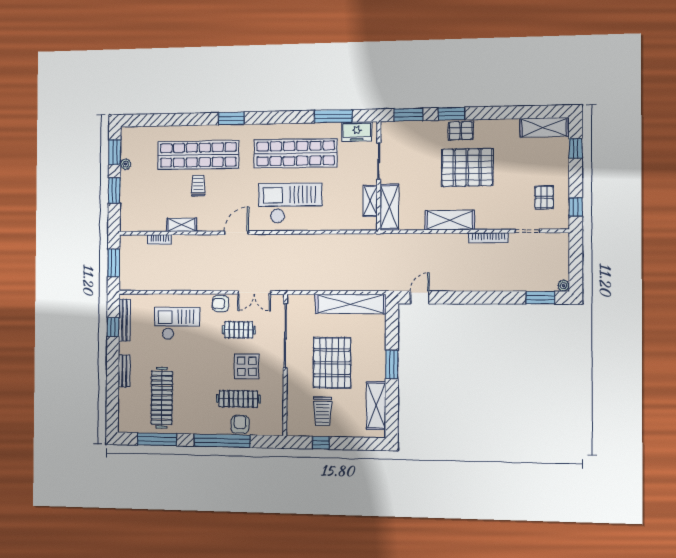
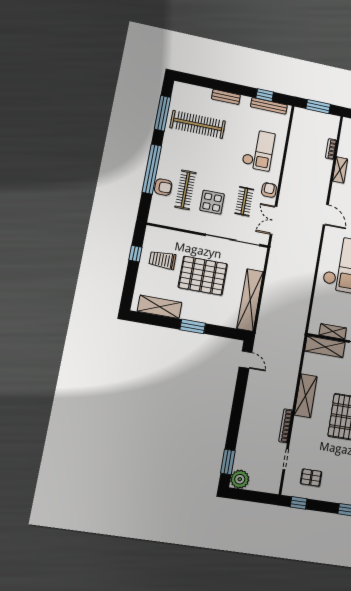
plant: (563, 286) -> (240, 479), width x1.87, depth x1.87

